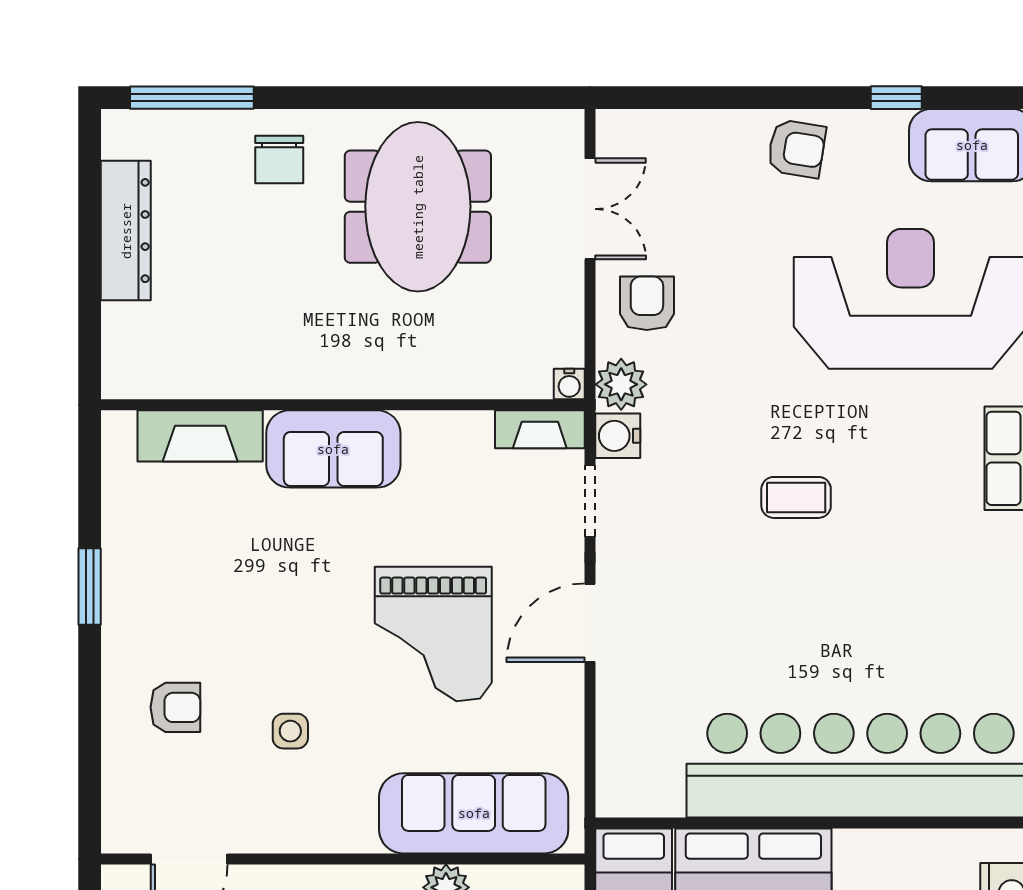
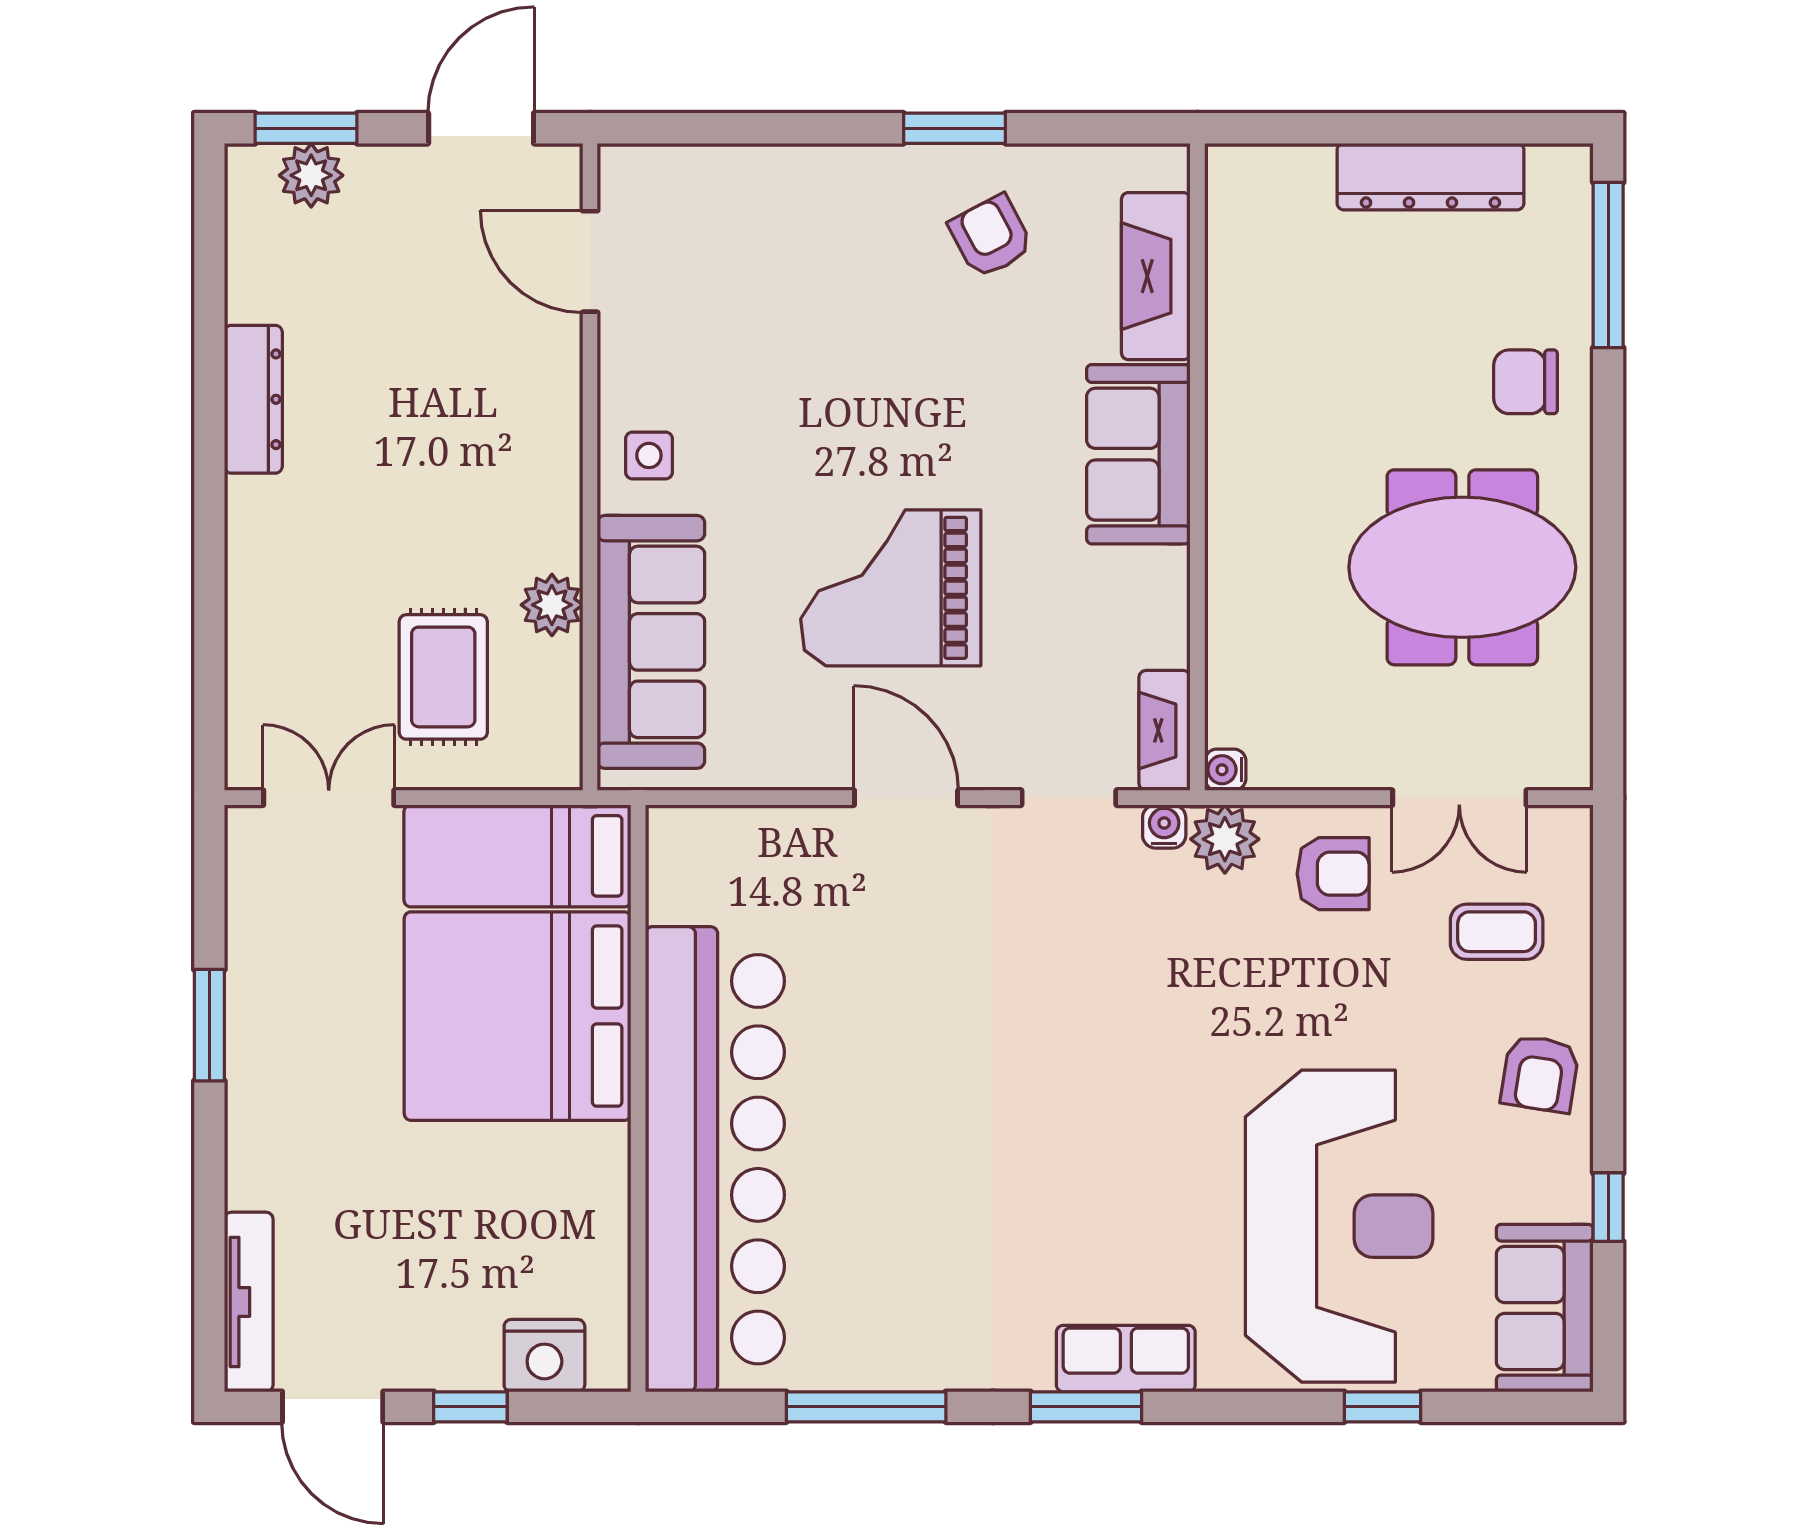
water cooler: (618, 436) -> (1164, 826), width x0.72, depth x0.72
coffee table: (796, 497) -> (1497, 932), moved, turned 90
armchair: (175, 707) -> (991, 236), moved, turned 152
side table: (290, 731) -> (649, 455), moved

